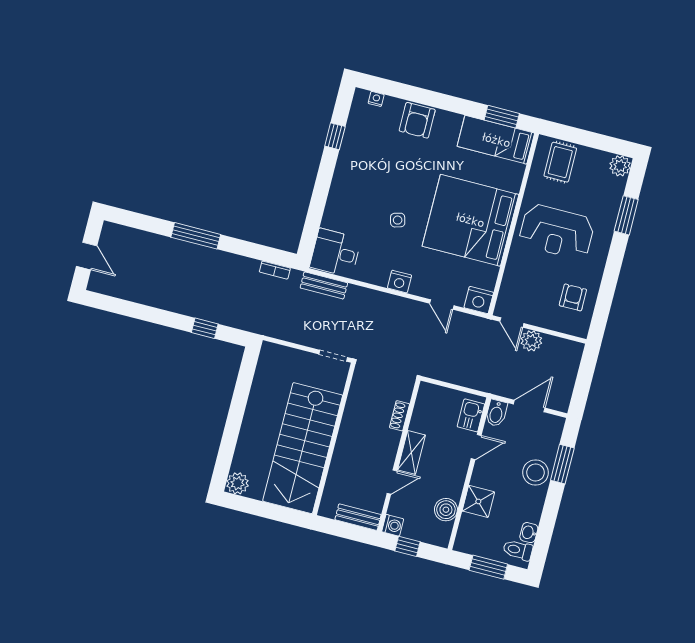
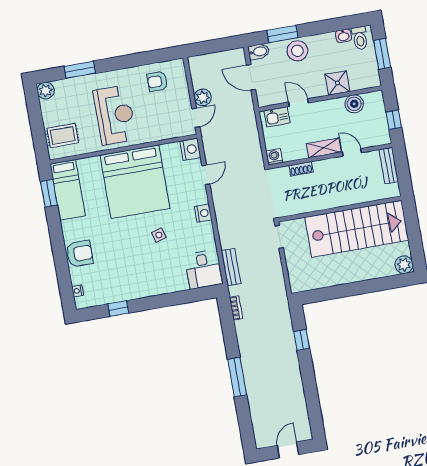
bidet: (496, 413) -> (259, 52), moved
washing machine: (393, 525) -> (274, 157), moved

